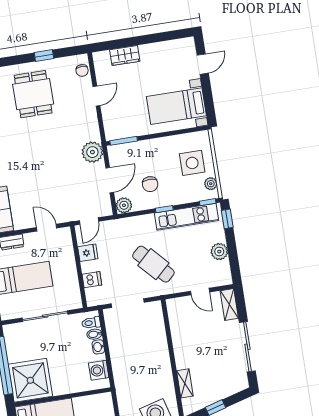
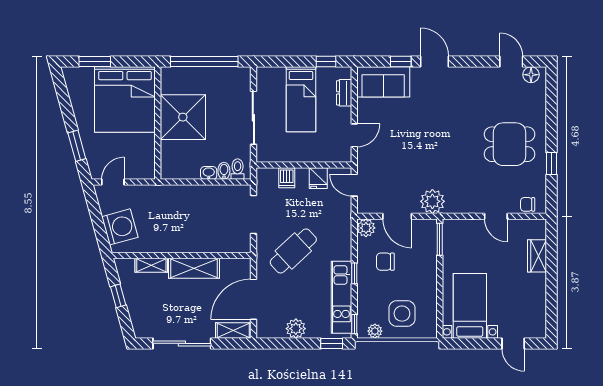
door: (200, 292) -> (253, 299), width x1.87
shelving: (182, 347) -> (194, 268), added
washing machine: (99, 370) -> (182, 169), removed
shower: (30, 380) -> (183, 117), moved

